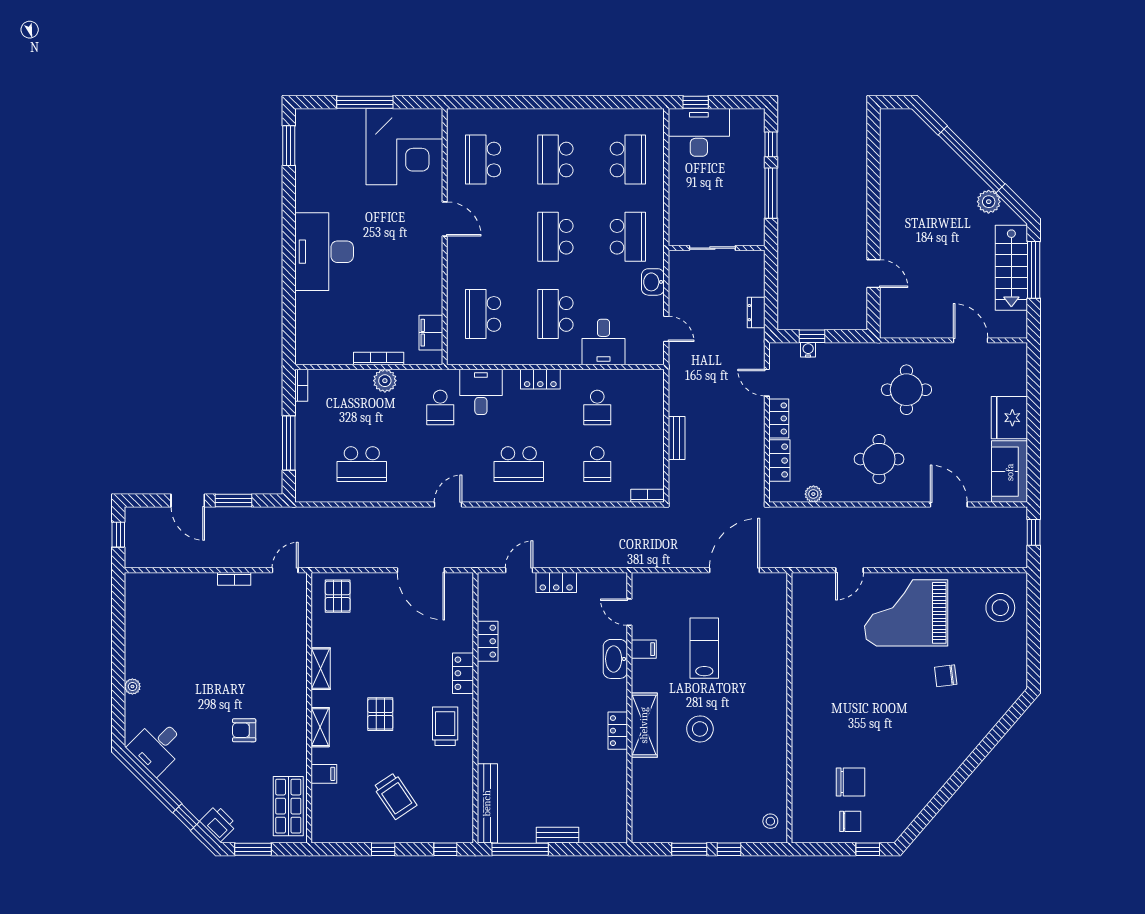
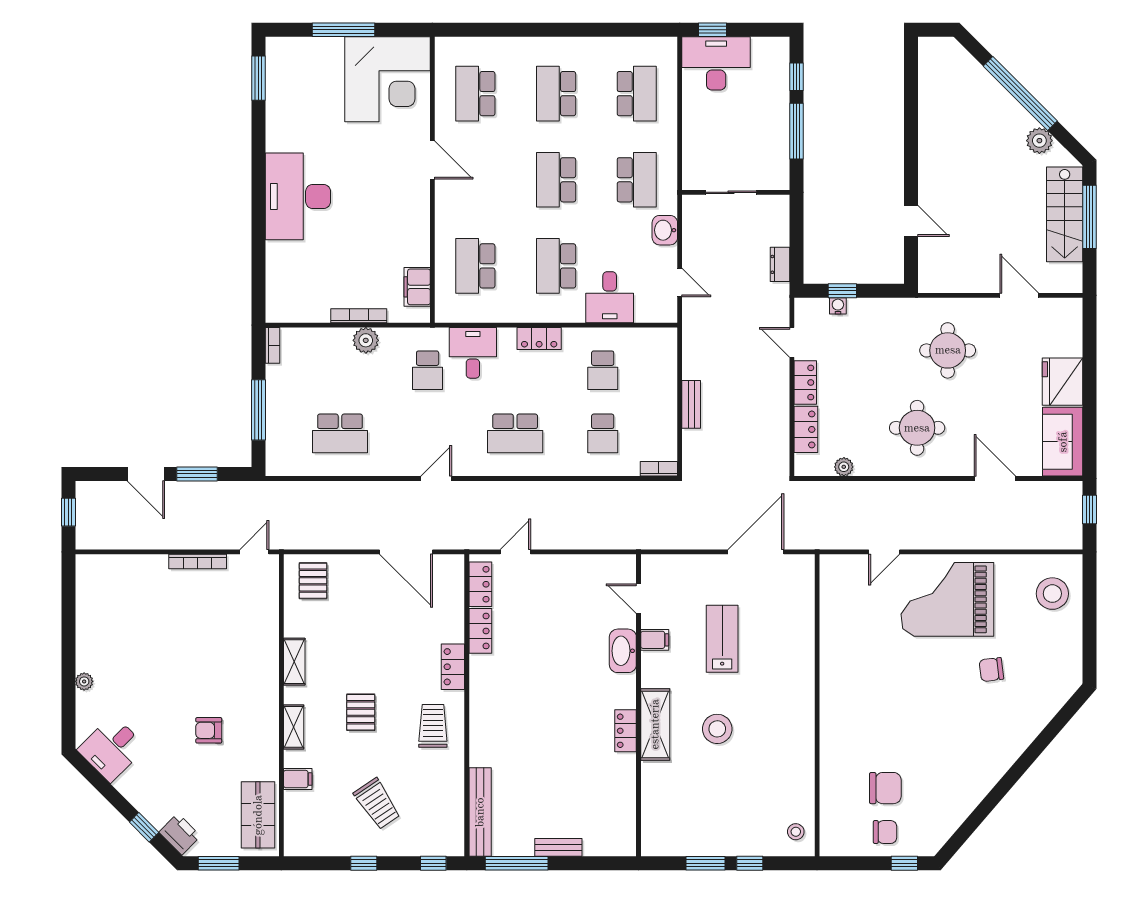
bookcase: (234, 579) -> (198, 561), width x1.56
locker: (556, 582) -> (480, 584), moved, turned -90

